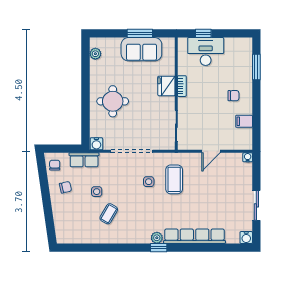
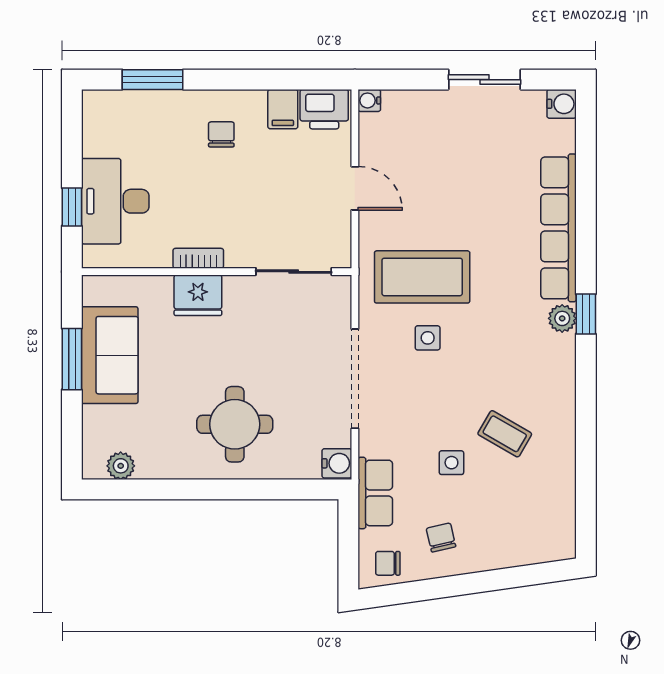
printer: (244, 139) -> (324, 109), added
coffee table: (174, 179) -> (422, 277), width x1.36, depth x1.32

